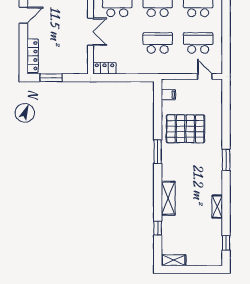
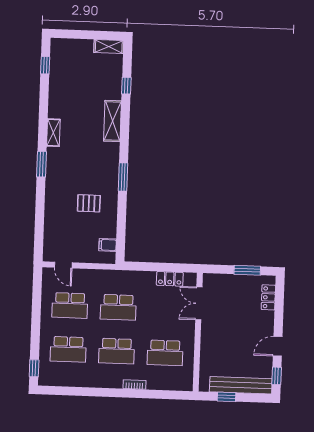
double door: (91, 32) -> (199, 303), moved
locker: (33, 56) -> (268, 297), width x0.66
locker: (105, 68) -> (170, 279), moved
pallet: (185, 129) -> (89, 203), width x0.49, depth x0.50
shelving: (217, 207) -> (53, 133), moved

